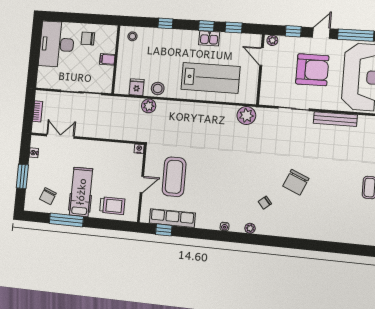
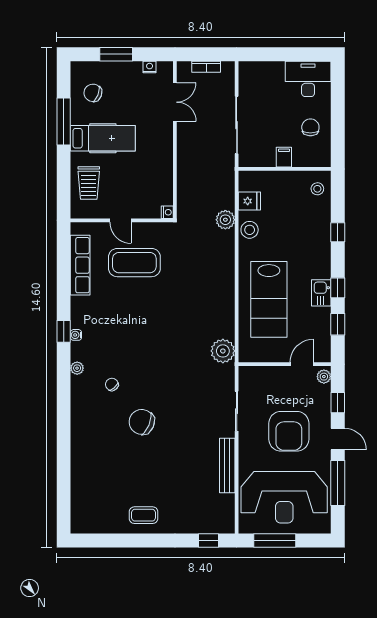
desk: (57, 44) -> (308, 79), width x0.73, depth x0.77
window: (164, 230) -> (64, 331), moved

